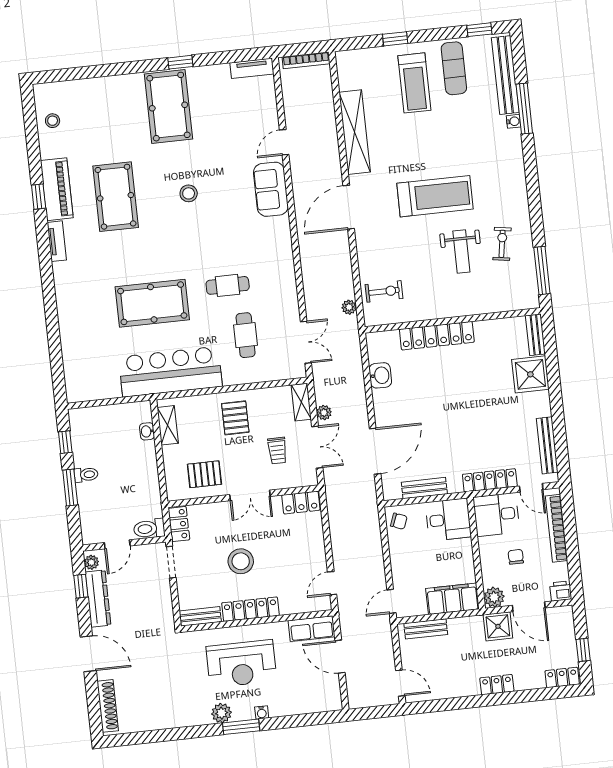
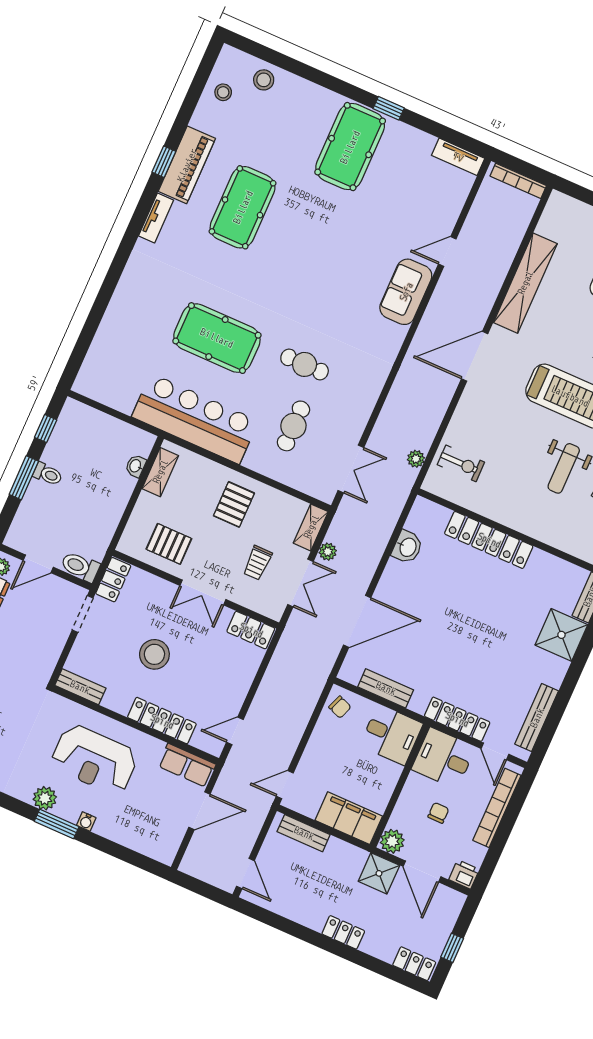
stool: (189, 193) -> (264, 80), moved
locker: (250, 609) -> (162, 721), moved
door: (340, 657) -> (199, 811), swing flipped

